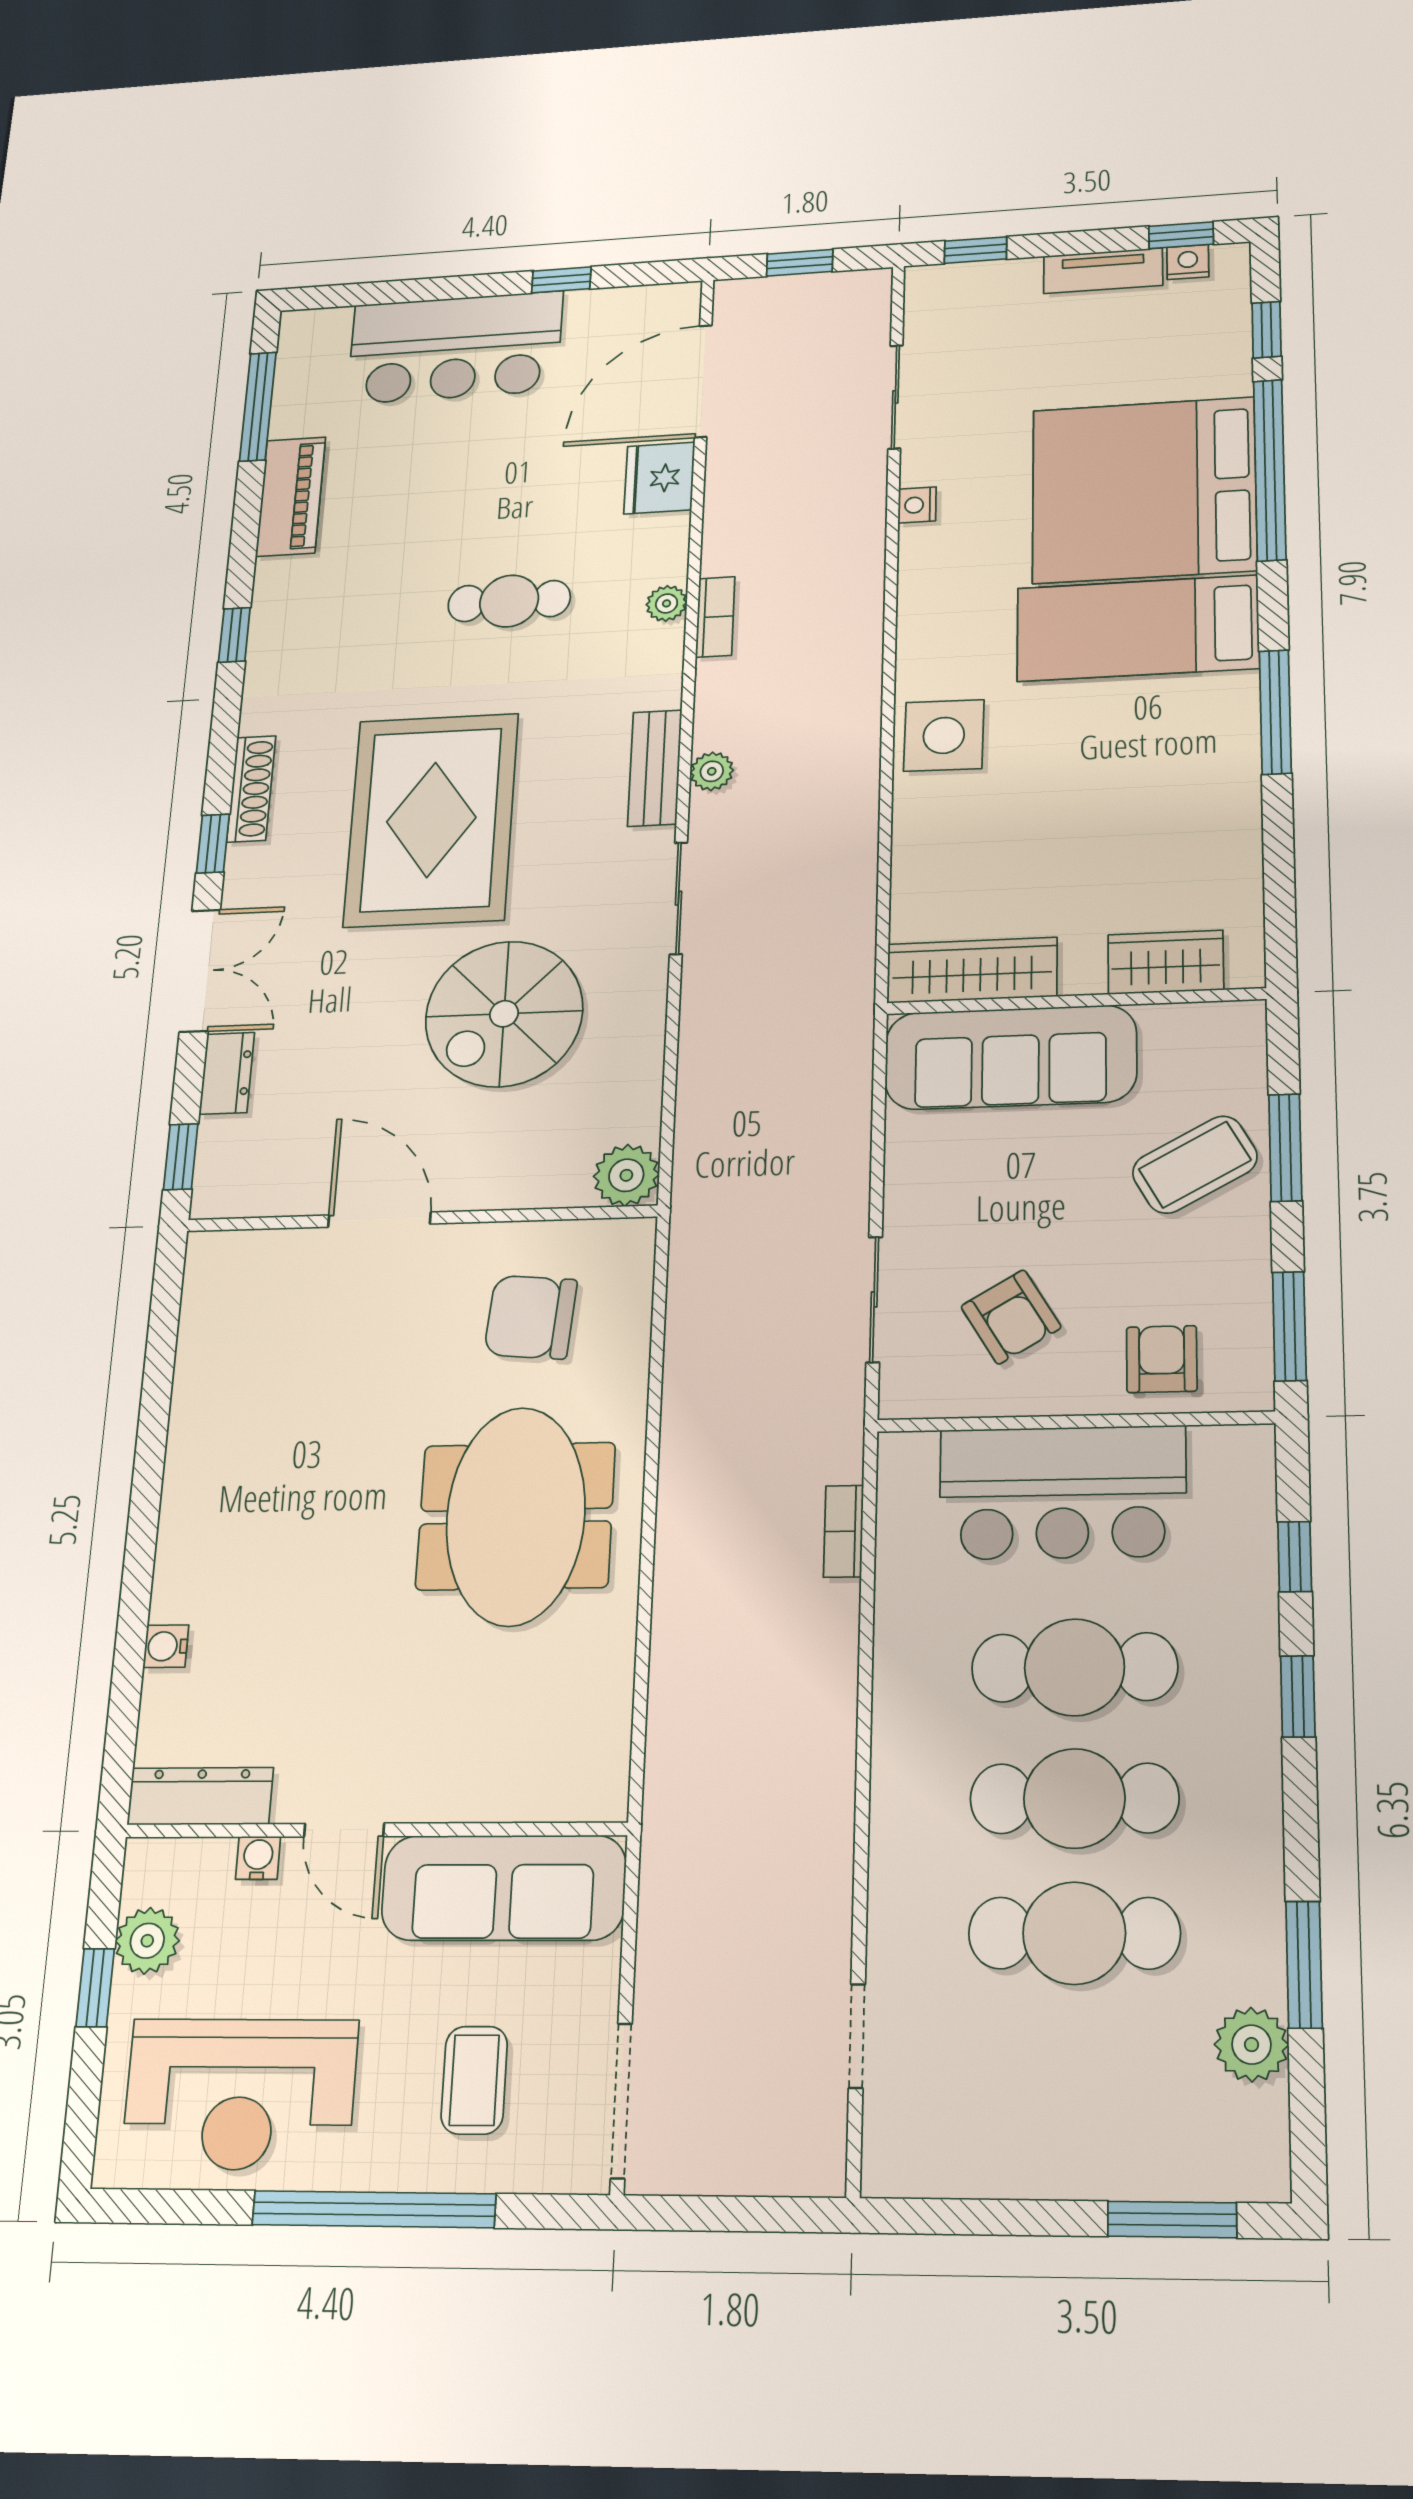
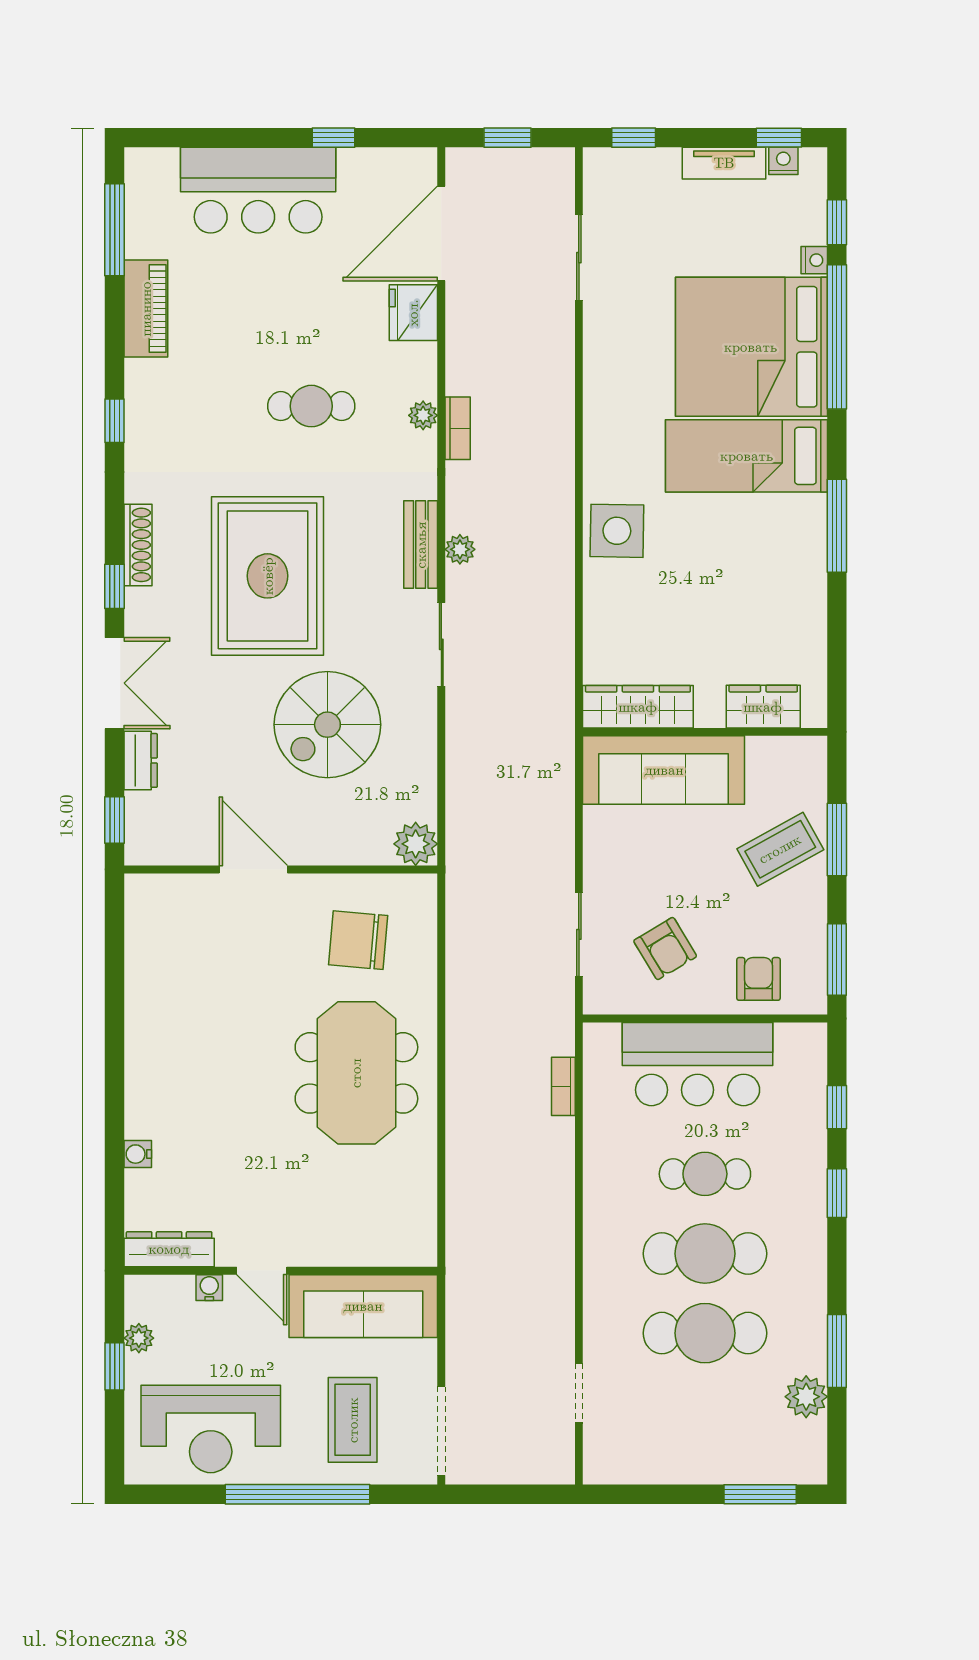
nightstand: (917, 505) -> (814, 260), moved, turned 180
cafe table: (1074, 1667) -> (705, 1174), width x0.73, depth x0.74
plant: (147, 1941) -> (139, 1338), width x0.73, depth x0.73
coffee table: (474, 2080) -> (353, 1420), width x1.36, depth x1.30

